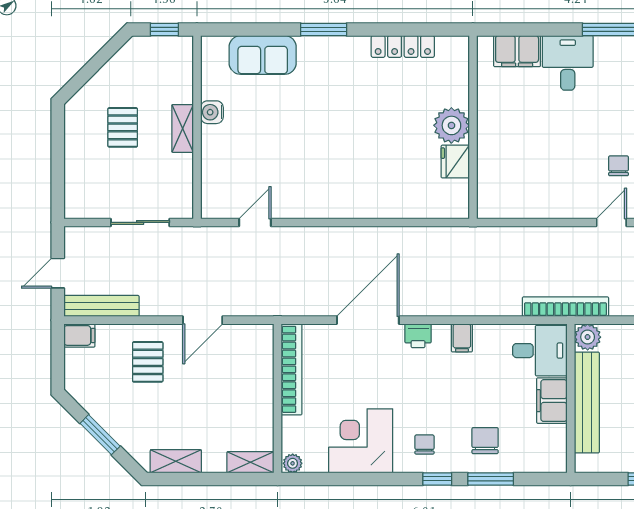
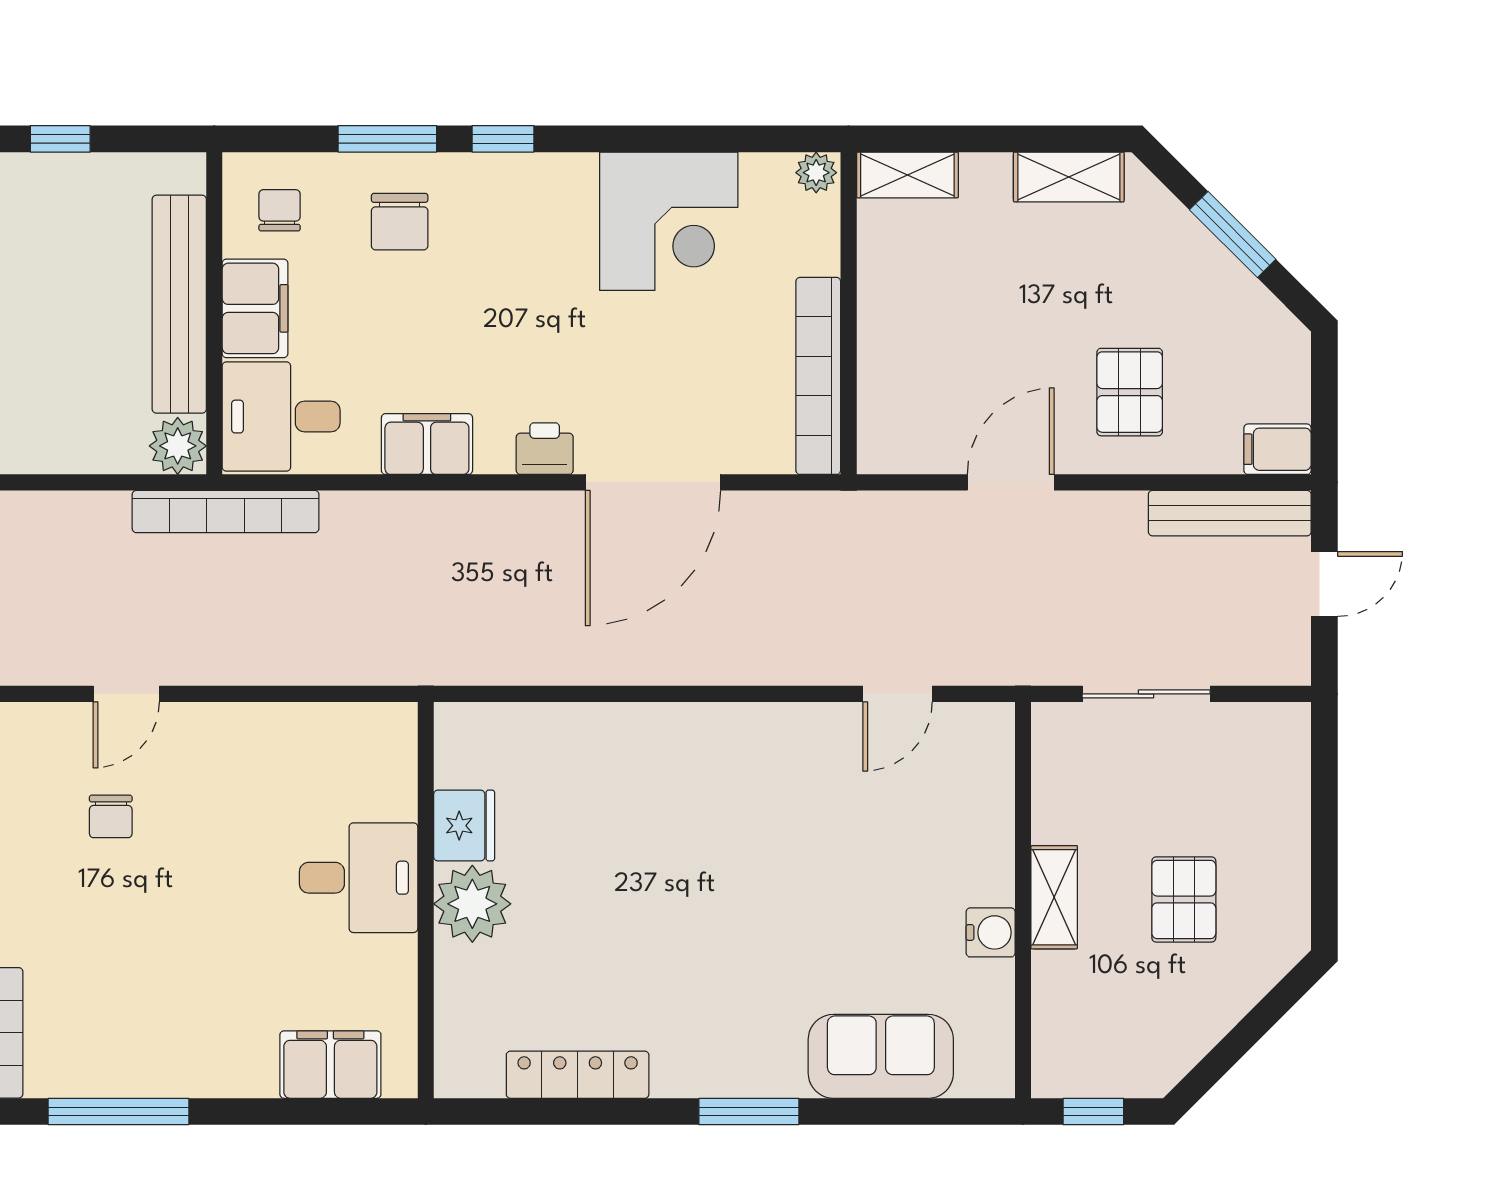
desk: (568, 63) -> (359, 878), moved, turned -90
filing cabinet: (462, 338) -> (427, 444), width x2.00
chair: (424, 445) -> (280, 210), moved, turned 180

